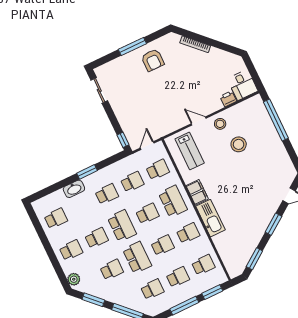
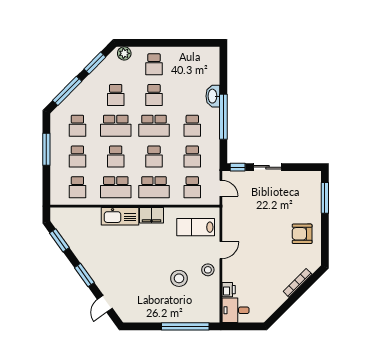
window: (132, 46) -> (325, 198), moved
sliding door: (99, 90) -> (267, 167), moved
window: (87, 172) -> (223, 117), width x2.11
school desk: (56, 218) -> (192, 64), removed
school desk: (188, 233) -> (116, 187), width x1.85
window: (212, 292) -> (46, 183), removed

